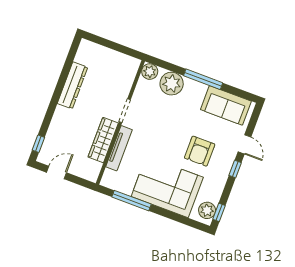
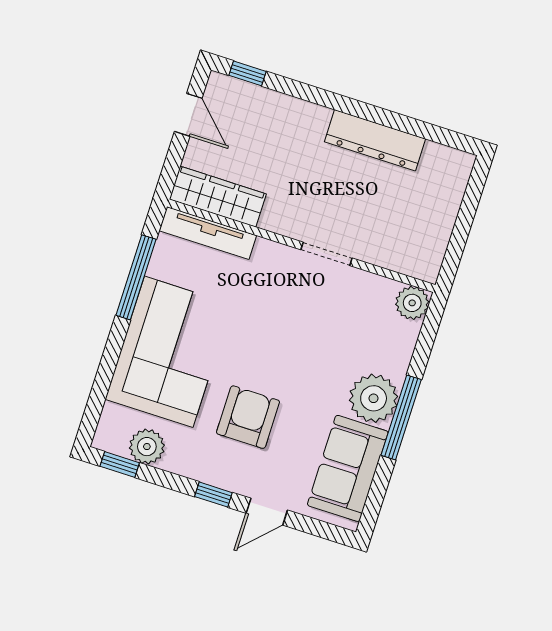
plant: (172, 84) -> (374, 398), moved
wardrobe: (103, 140) -> (218, 197), moved
tv unit: (119, 148) -> (208, 233), moved
armchair: (200, 151) -> (248, 417), turned 90
plant: (207, 210) -> (147, 447), moved

